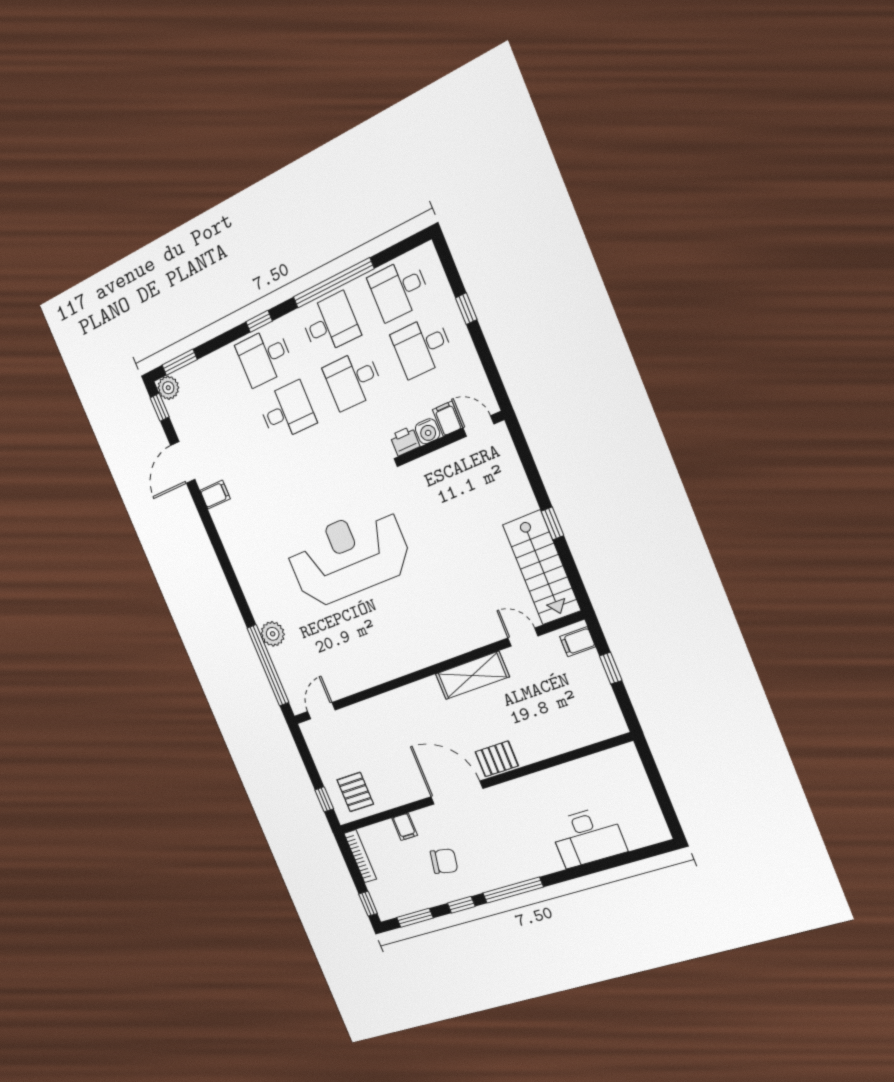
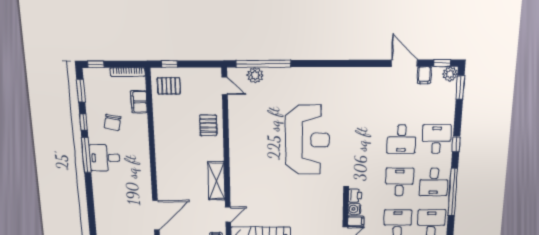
filing cabinet: (215, 495) -> (424, 75), moved
plant: (273, 634) -> (255, 75), moved
pallet: (497, 759) -> (208, 125), moved
door: (457, 793) -> (156, 215), moved
filing cabinet: (405, 827) -> (139, 102), width x2.00
desk: (588, 837) -> (105, 158), moved, width x0.73

